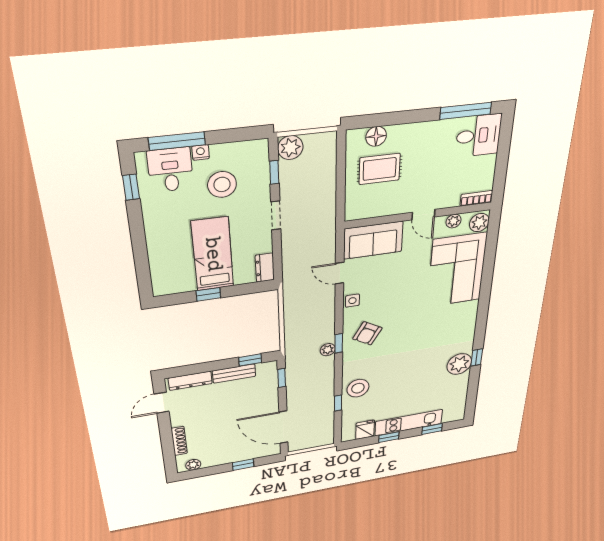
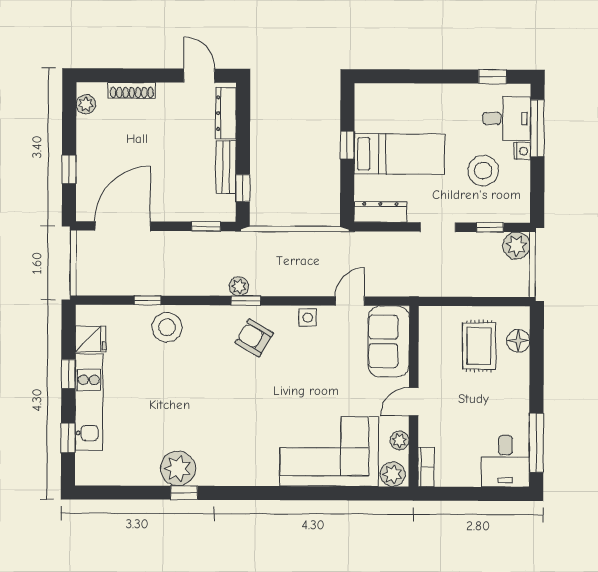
dresser: (265, 268) -> (380, 212), width x1.44

